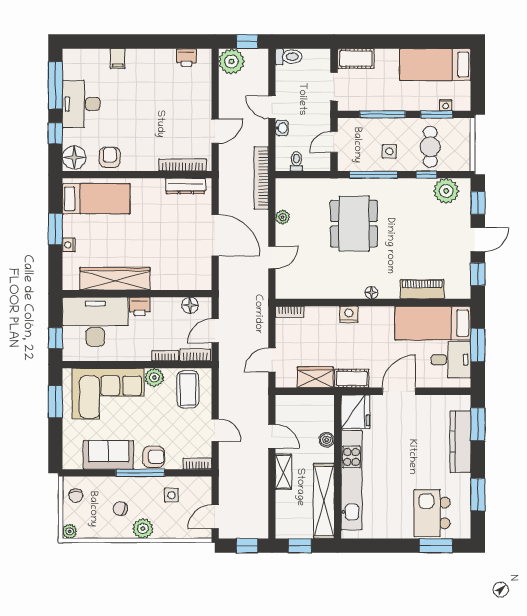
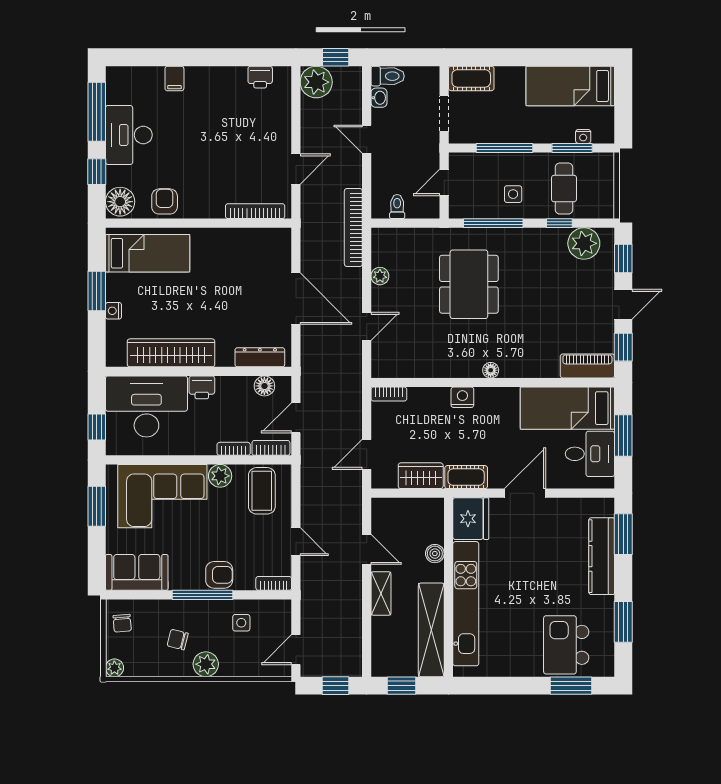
washbasin: (282, 128) -> (379, 98), moved
dresser: (185, 186) -> (260, 357), moved, turned 180
piano: (422, 289) -> (587, 366), moved
sofa: (109, 455) -> (137, 572), moved

